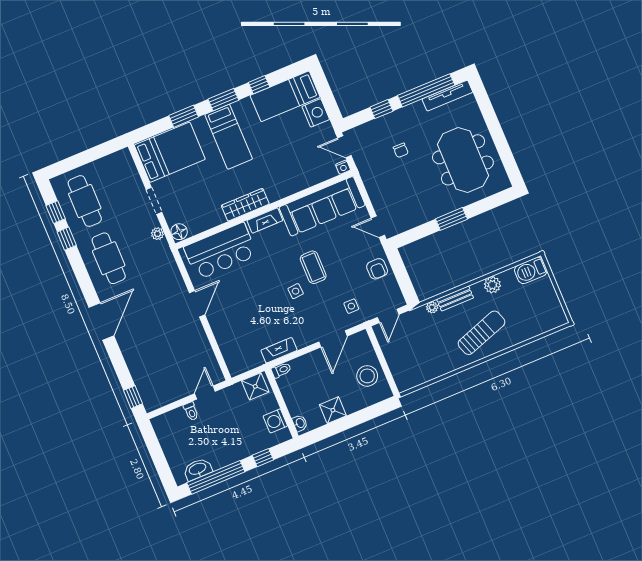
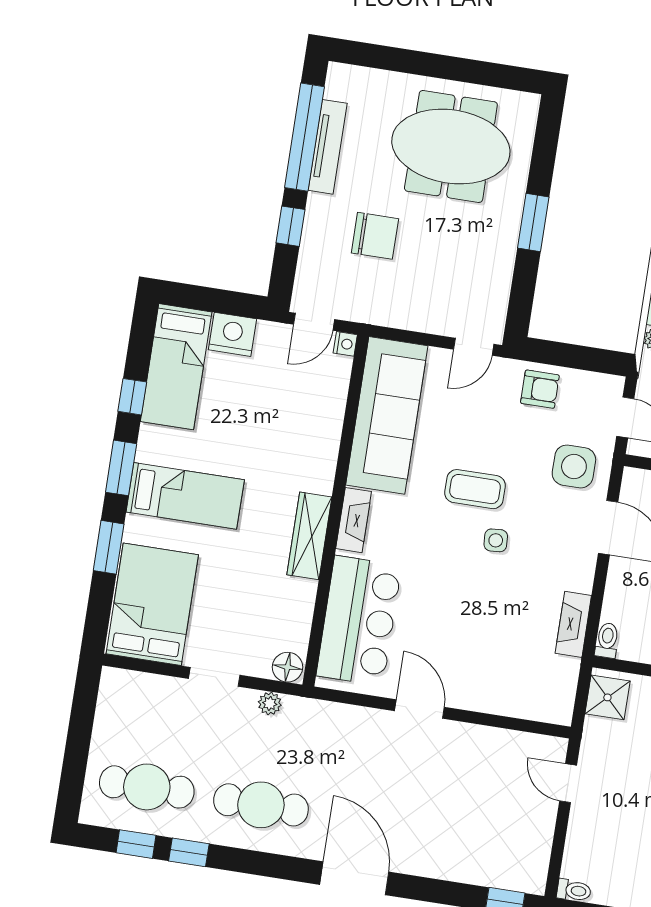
tv unit: (447, 96) -> (328, 147), moved
chair: (401, 150) -> (375, 236), width x1.87, depth x1.87
side table: (351, 306) -> (574, 466), width x1.87, depth x1.87
toilet: (191, 411) -> (574, 890), moved

